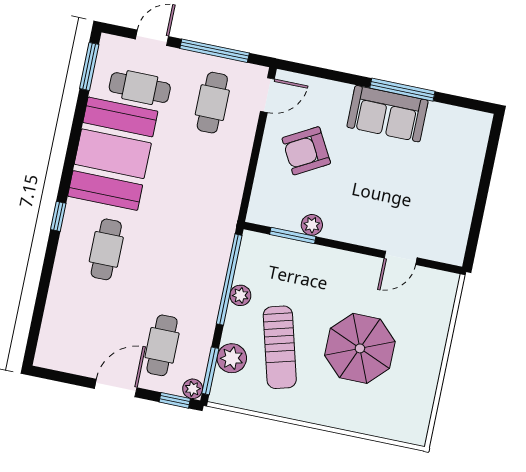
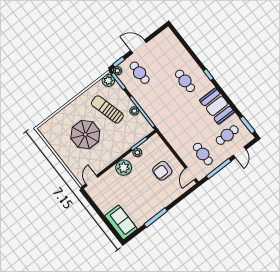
sofa: (387, 114) -> (121, 222), moved, turned 90
armchair: (306, 151) -> (162, 171), turned -151
booth: (113, 154) -> (217, 106), width x0.73, depth x0.70
plant: (361, 227) -> (124, 168), added
door: (401, 258) -> (92, 181), moved
plant: (232, 358) -> (108, 80), moved
door: (116, 388) -> (139, 47), swing flipped

